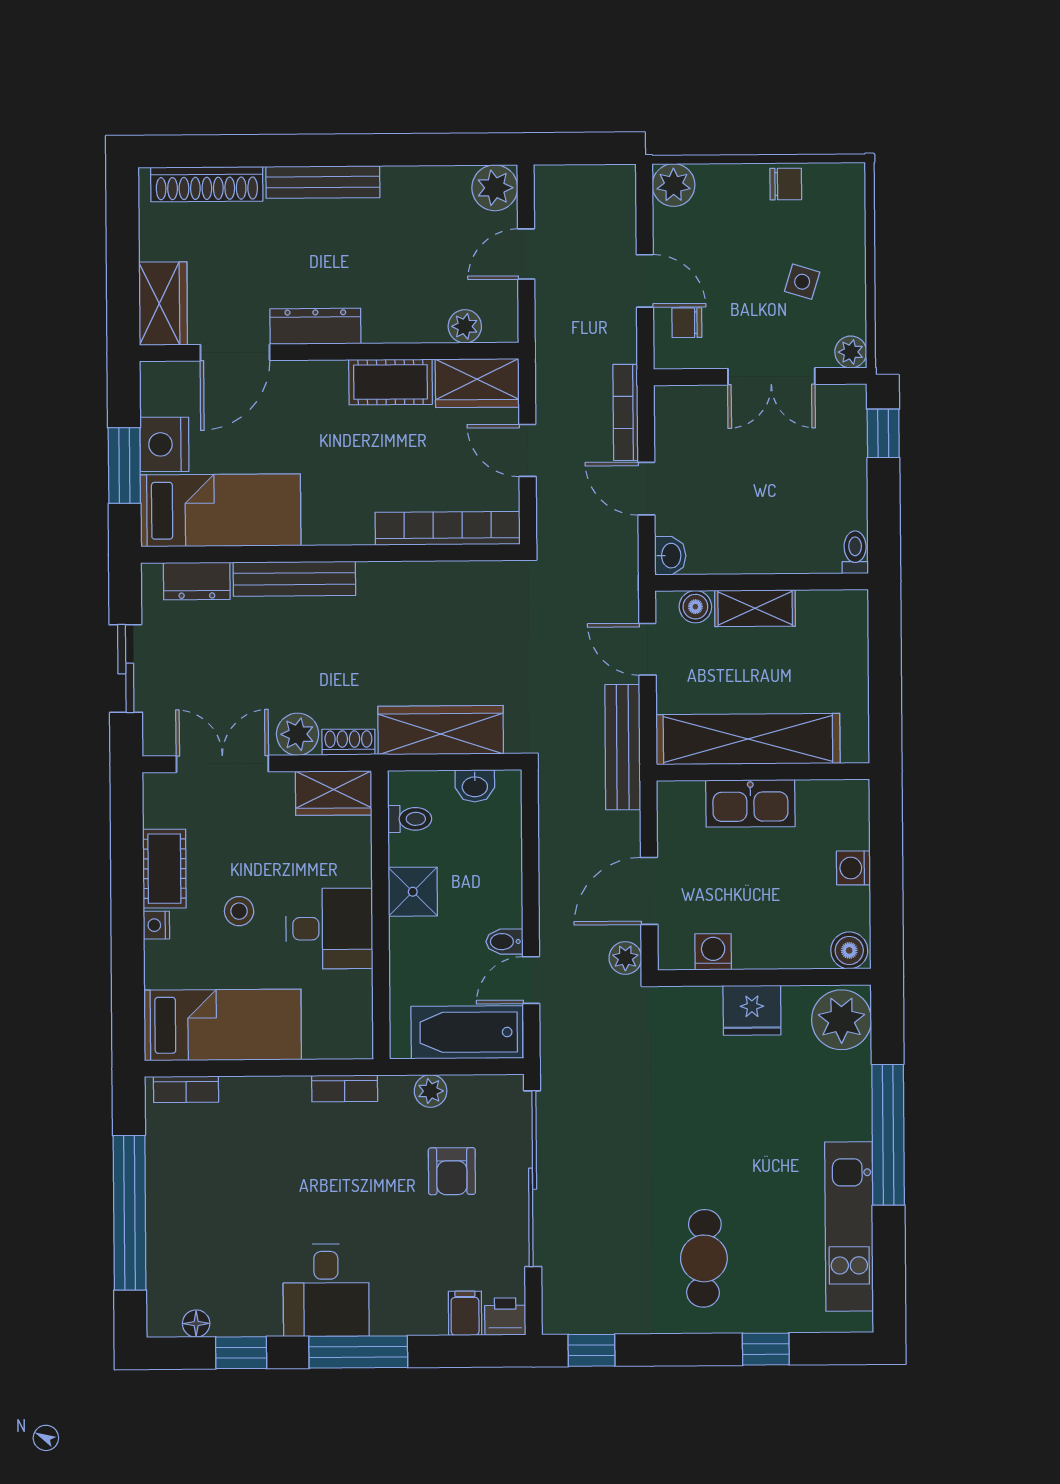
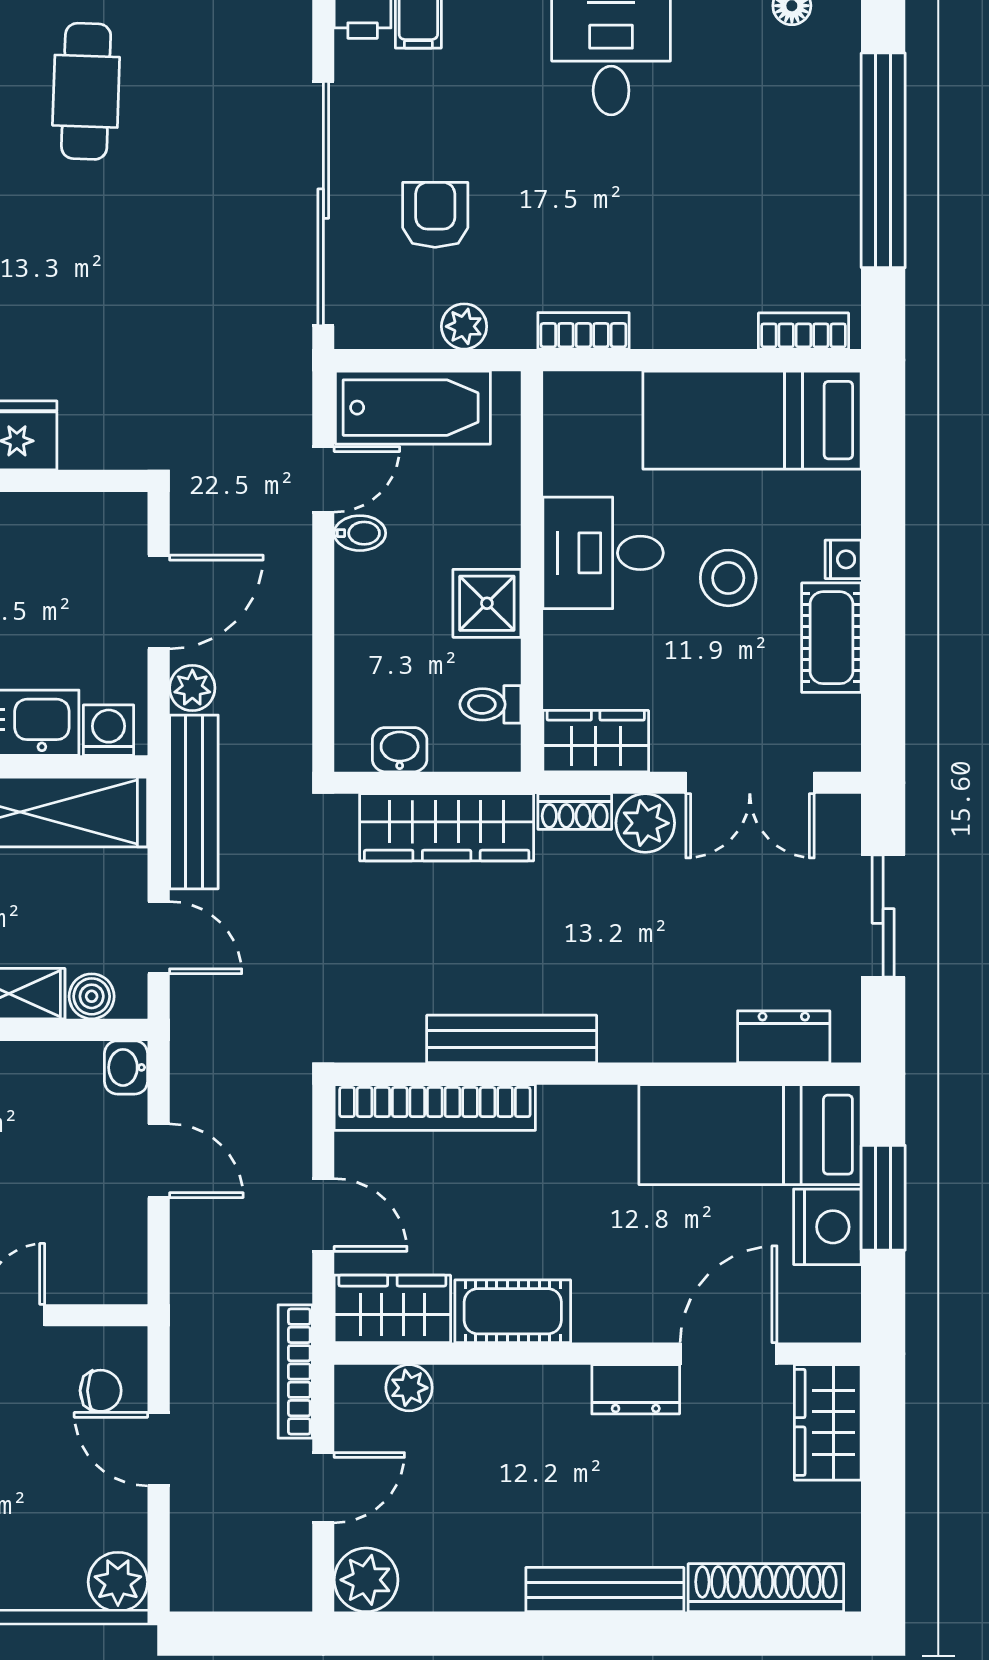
dresser: (315, 326) -> (636, 1389), width x0.70
bookcase: (626, 412) -> (295, 1372), moved, turned 180
bench: (294, 579) -> (512, 1039), moved
stool: (239, 911) -> (728, 578), width x1.37, depth x1.37
washing machine: (713, 952) -> (109, 730), moved, turned 180
plant: (625, 958) -> (192, 688), moved

